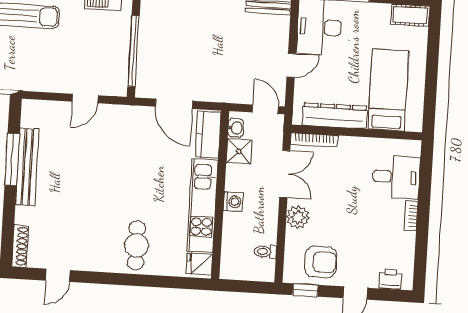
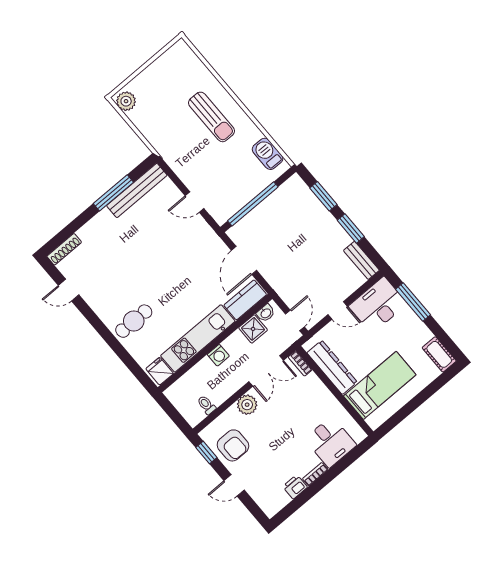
bookcase: (314, 140) -> (300, 363), width x0.64
bench: (27, 167) -> (137, 190), moved
printer: (390, 279) -> (295, 487), moved, turned -90

